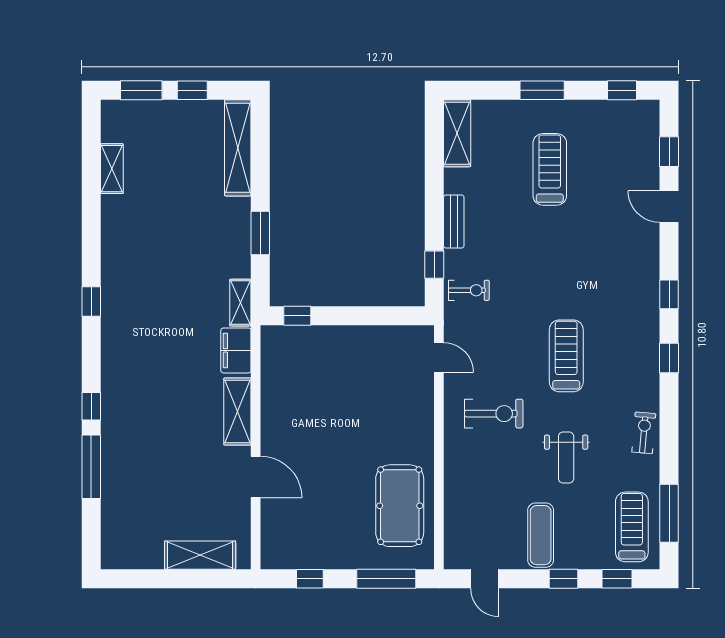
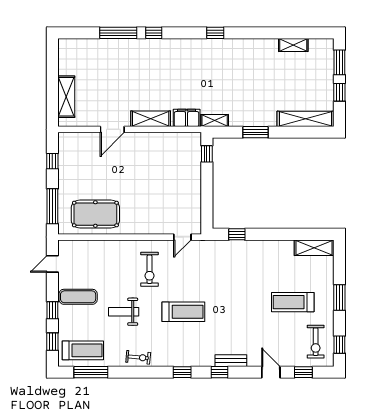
treadmill: (550, 169) -> (293, 302), turned 180
door: (669, 207) -> (271, 372), hinge flipped
bench: (454, 221) -> (231, 361), moved
exercise bike: (469, 290) -> (316, 342), moved, width x1.38, depth x1.39

